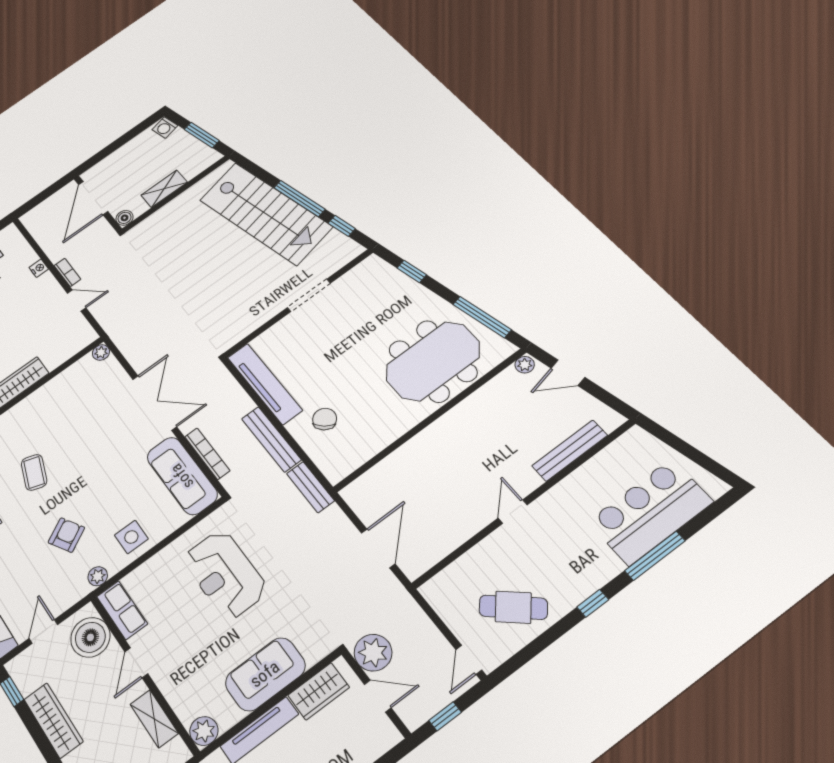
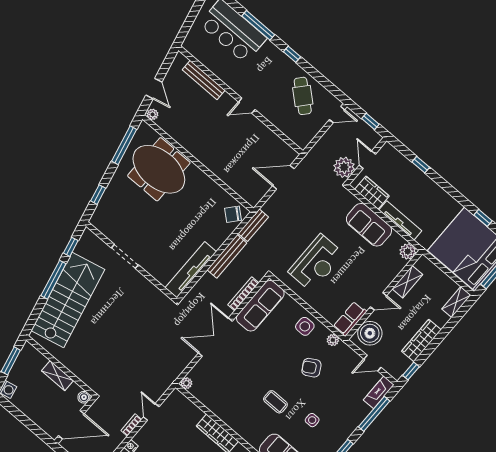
chair: (325, 419) -> (233, 214), moved
coffee table: (34, 472) -> (275, 402), turned 70

